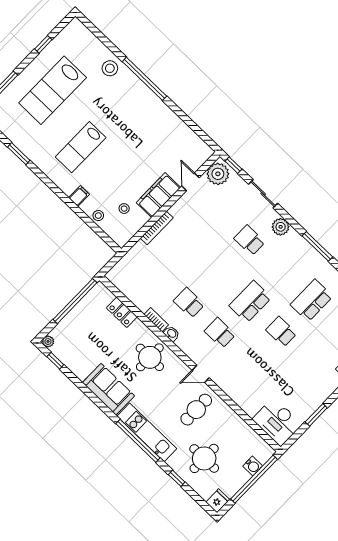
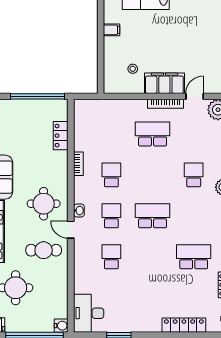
stool: (98, 216) -> (111, 56), removed
bookcase: (157, 228) -> (166, 104), moved
school desk: (188, 241) -> (153, 134), added
school desk: (281, 332) -> (111, 257), moved
washbasin: (171, 334) -> (79, 211), moved
round table: (150, 357) -> (44, 204), moved
water cooler: (253, 466) -> (61, 326), moved, turned -90

